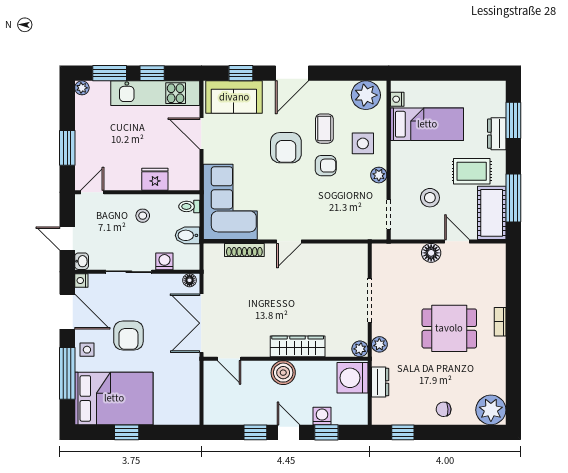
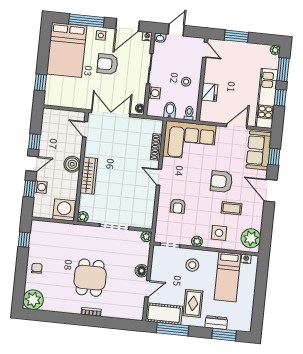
armchair: (326, 166) -> (178, 206), moved
stool: (430, 198) -> (192, 265), moved
plant: (379, 344) -> (146, 237), moved
door: (229, 359) -> (85, 129), hinge flipped
dresser: (380, 382) -> (59, 228), removed
window: (127, 432) -> (40, 82), moved

